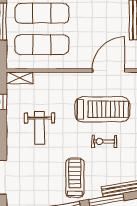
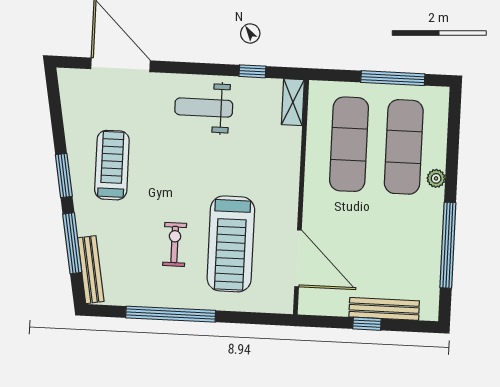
weight bench: (40, 128) -> (204, 108), moved
treadmill: (75, 178) -> (112, 165), moved, turned -90

